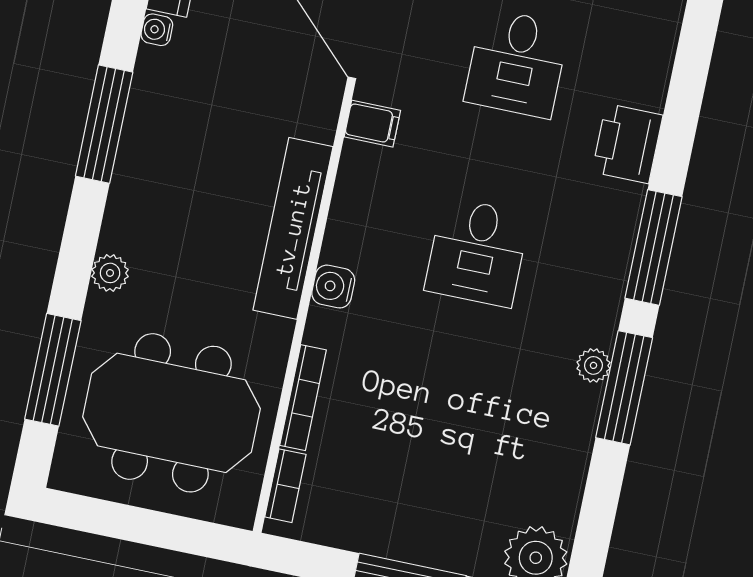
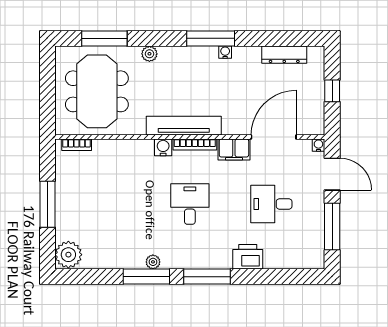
water cooler: (157, 30) -> (225, 52), moved
filing cabinet: (372, 124) -> (234, 149), width x2.00
desk: (477, 252) -> (190, 204), turned 90
bookcase: (303, 398) -> (195, 144), moved

